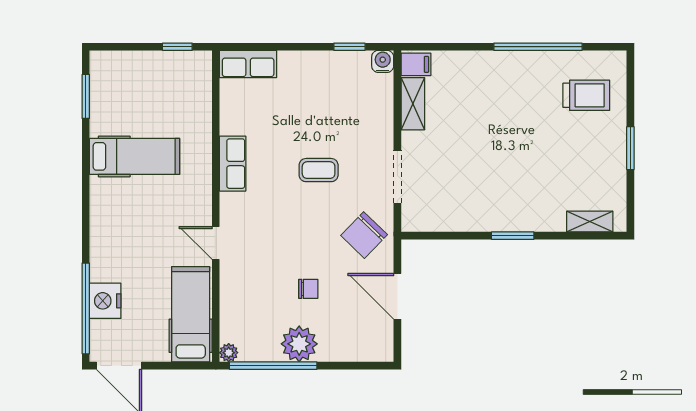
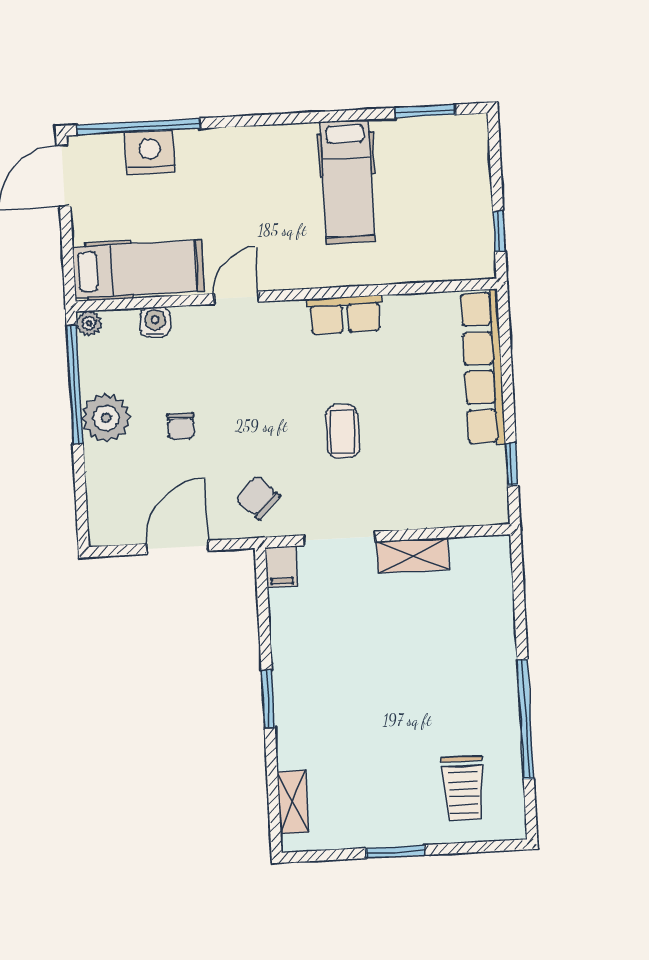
water cooler: (383, 61) -> (155, 322), moved, turned -90
row of seats: (248, 64) -> (483, 368), width x2.02
filing cabinet: (416, 64) -> (281, 567), moved
shelving: (413, 104) -> (413, 555), moved
chair: (364, 235) -> (258, 498), width x0.73, depth x0.73

